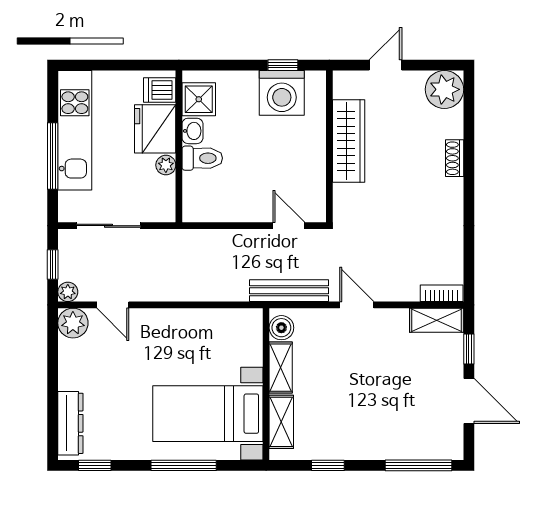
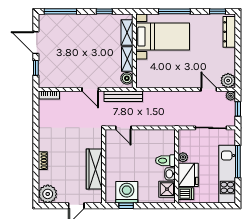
shelving: (437, 320) -> (52, 82), removed

